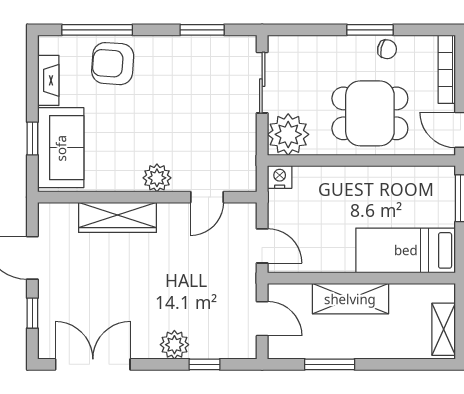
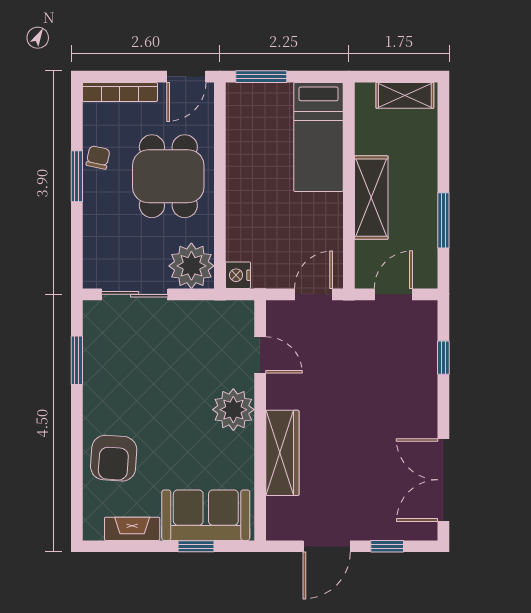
window: (97, 30) -> (77, 475), removed
plant: (157, 178) -> (233, 410), width x1.36, depth x1.36
plant: (174, 345) -> (422, 390), removed

